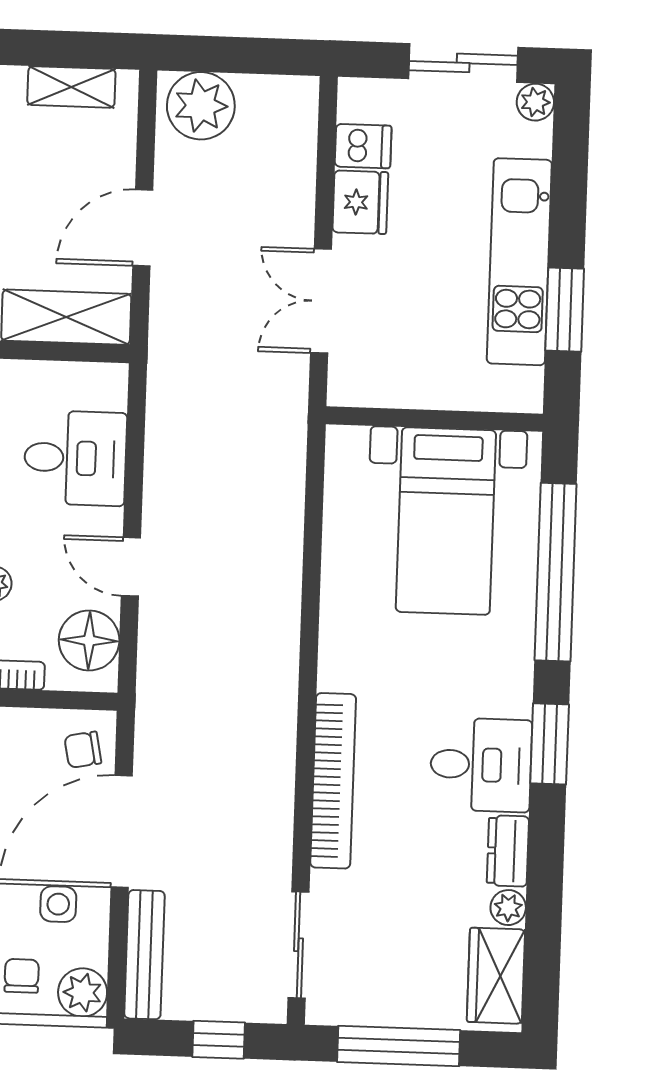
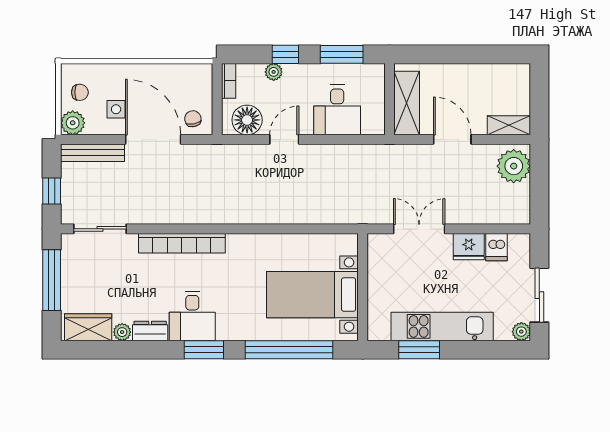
shelving: (71, 87) -> (509, 125), moved, turned 90

